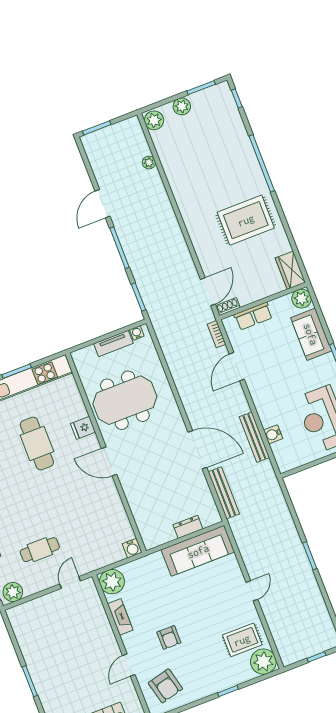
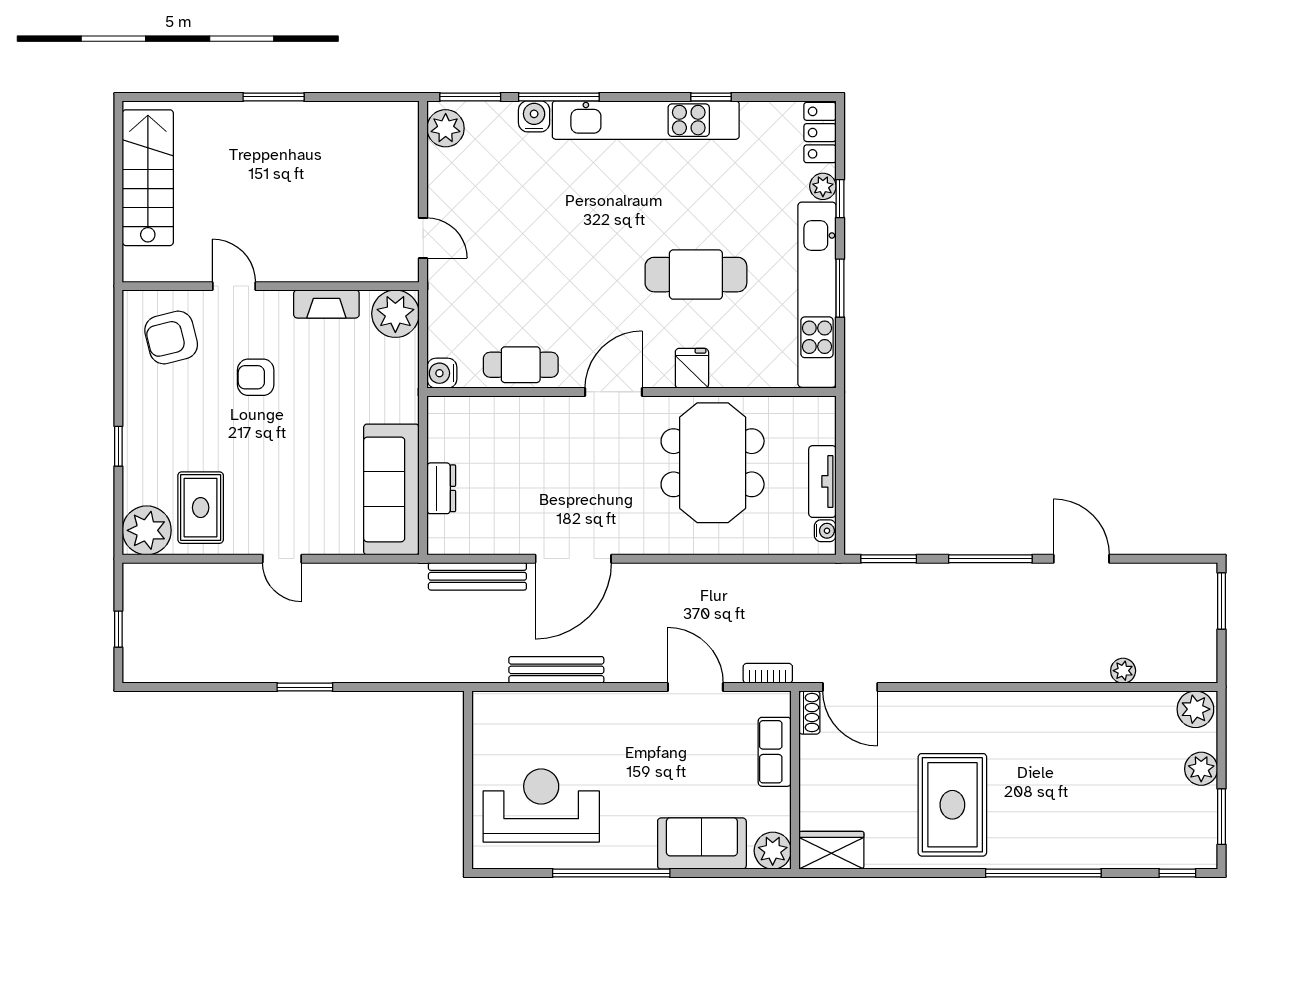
water cooler: (273, 434) -> (549, 705), removed
cafe table: (40, 550) -> (521, 365), moved, turned 90

